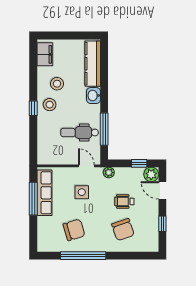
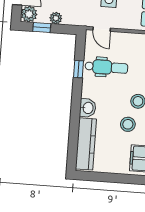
window: (104, 129) -> (78, 69), width x0.46
plant: (109, 173) -> (56, 18), moved

